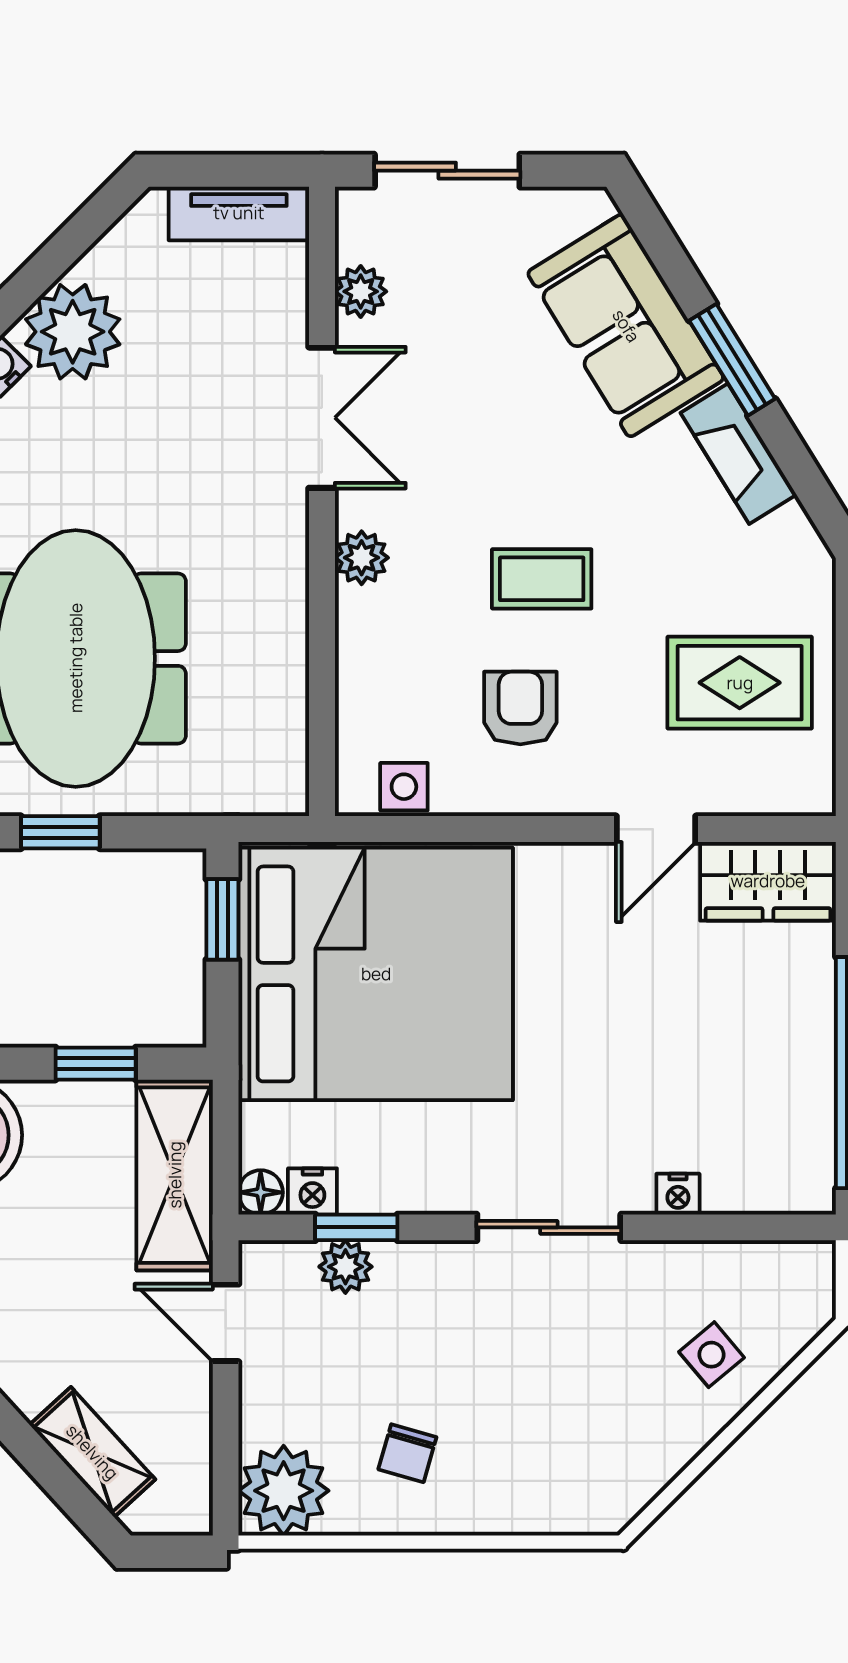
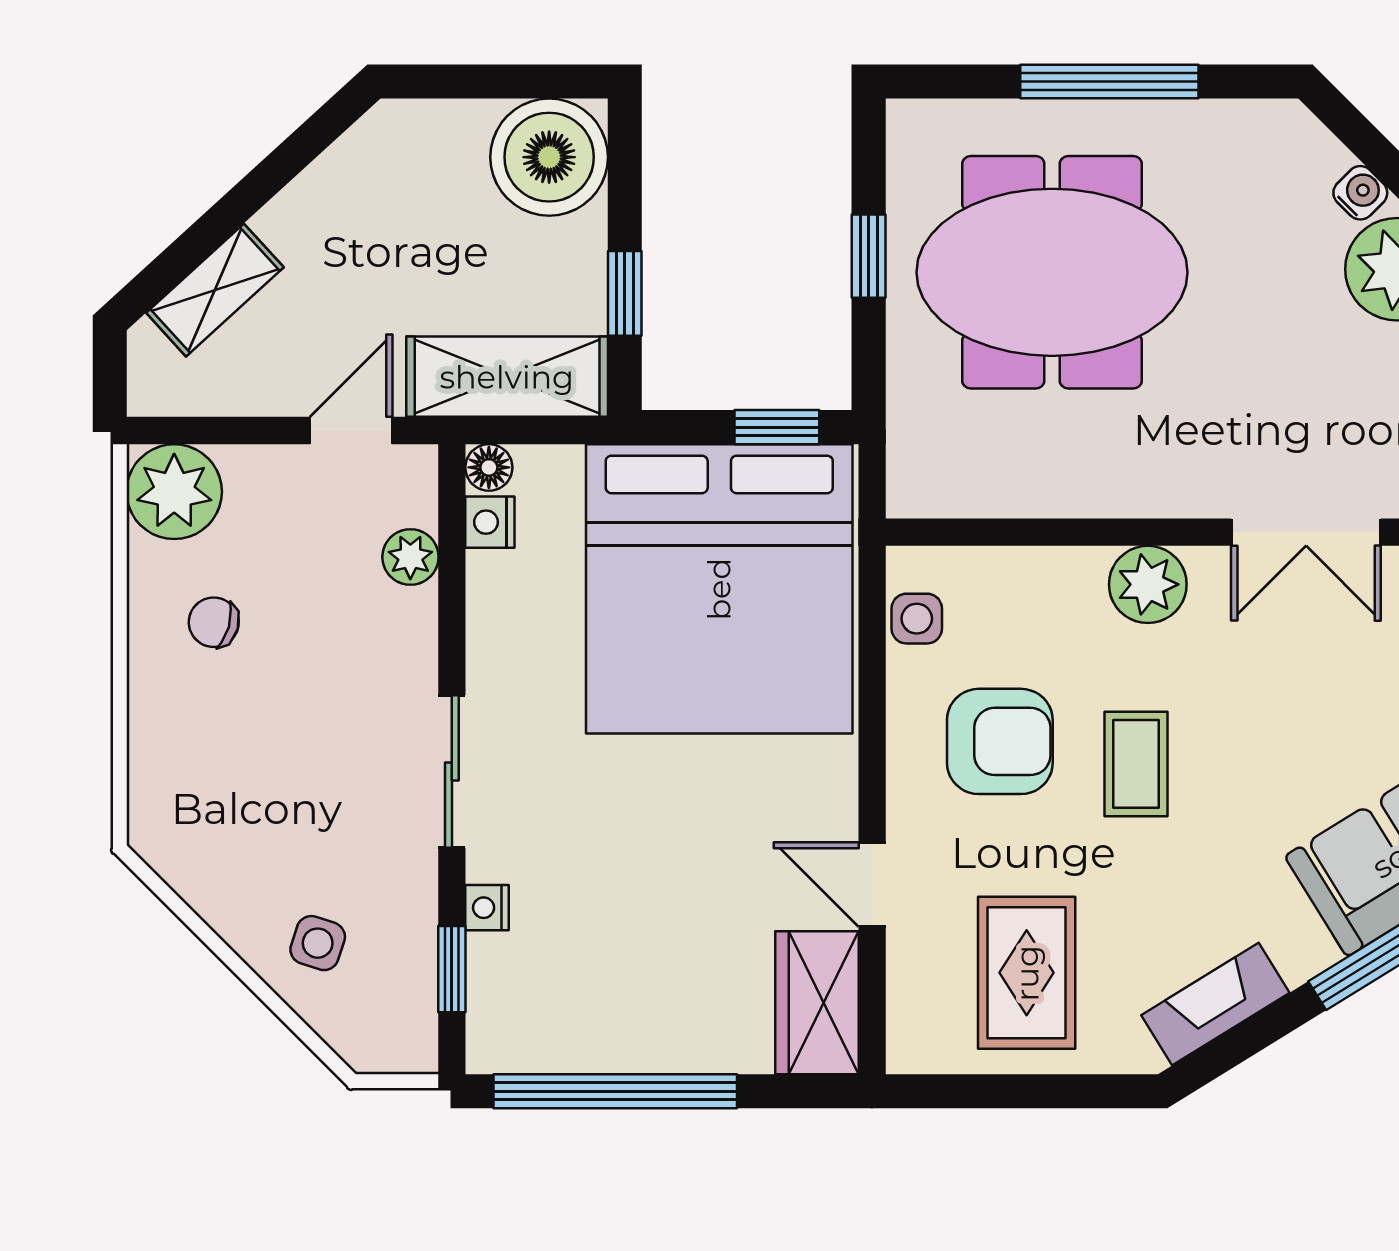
fireplace: (738, 454) -> (1215, 1004), moved
plant: (362, 558) -> (1148, 584), width x1.38, depth x1.38
armchair: (520, 708) -> (1000, 741), width x1.38, depth x1.38
window: (356, 1227) -> (452, 969), moved
side table: (711, 1355) -> (318, 943), turned -32

